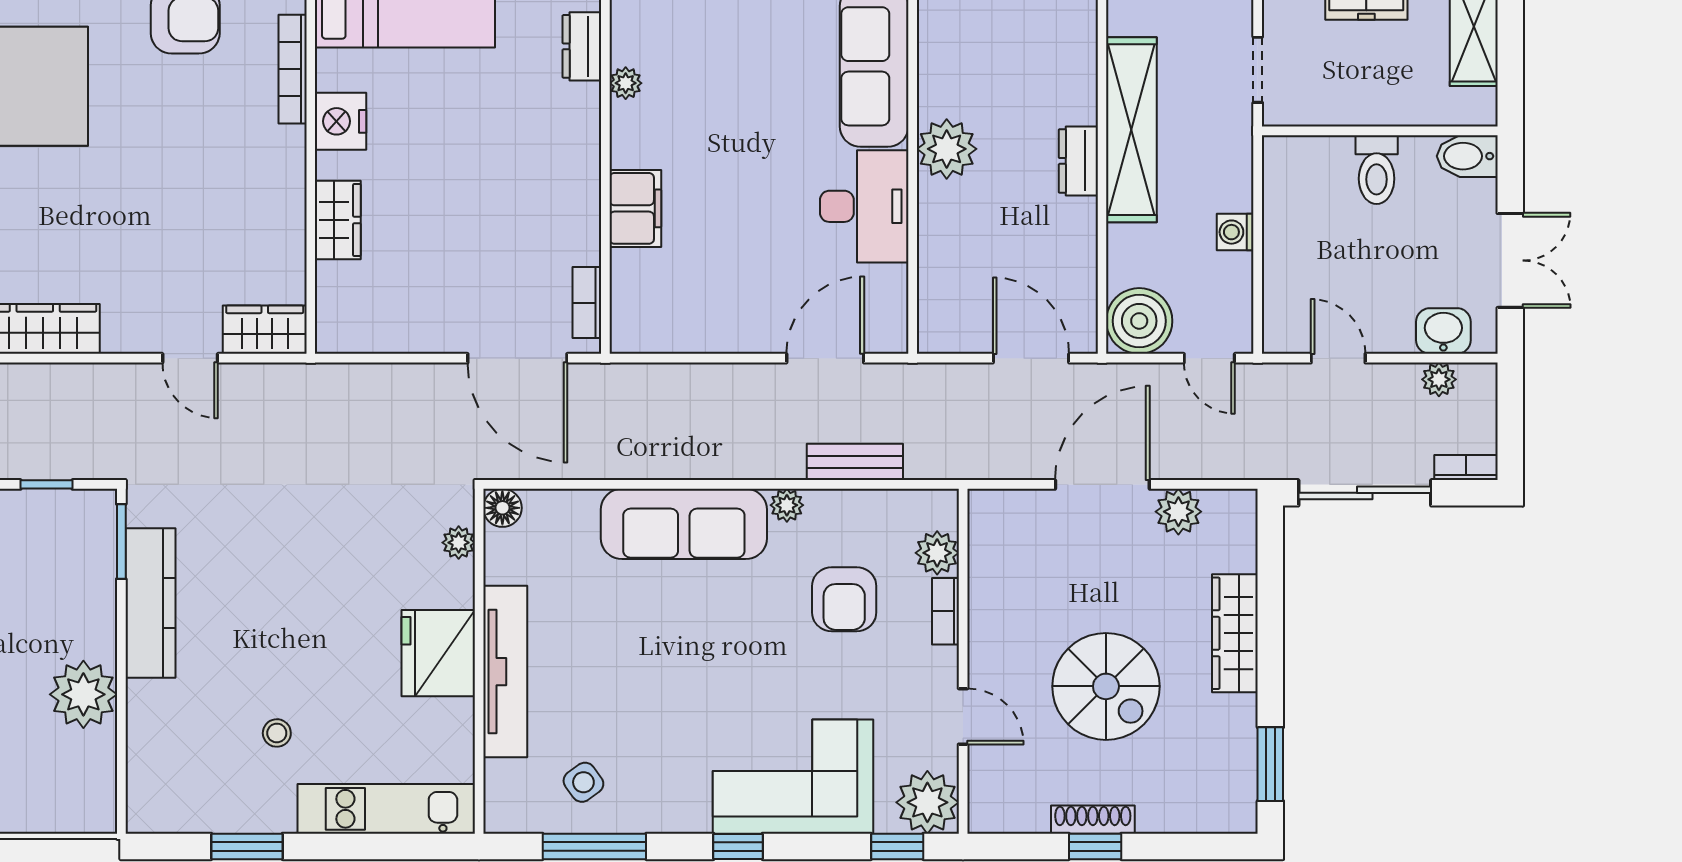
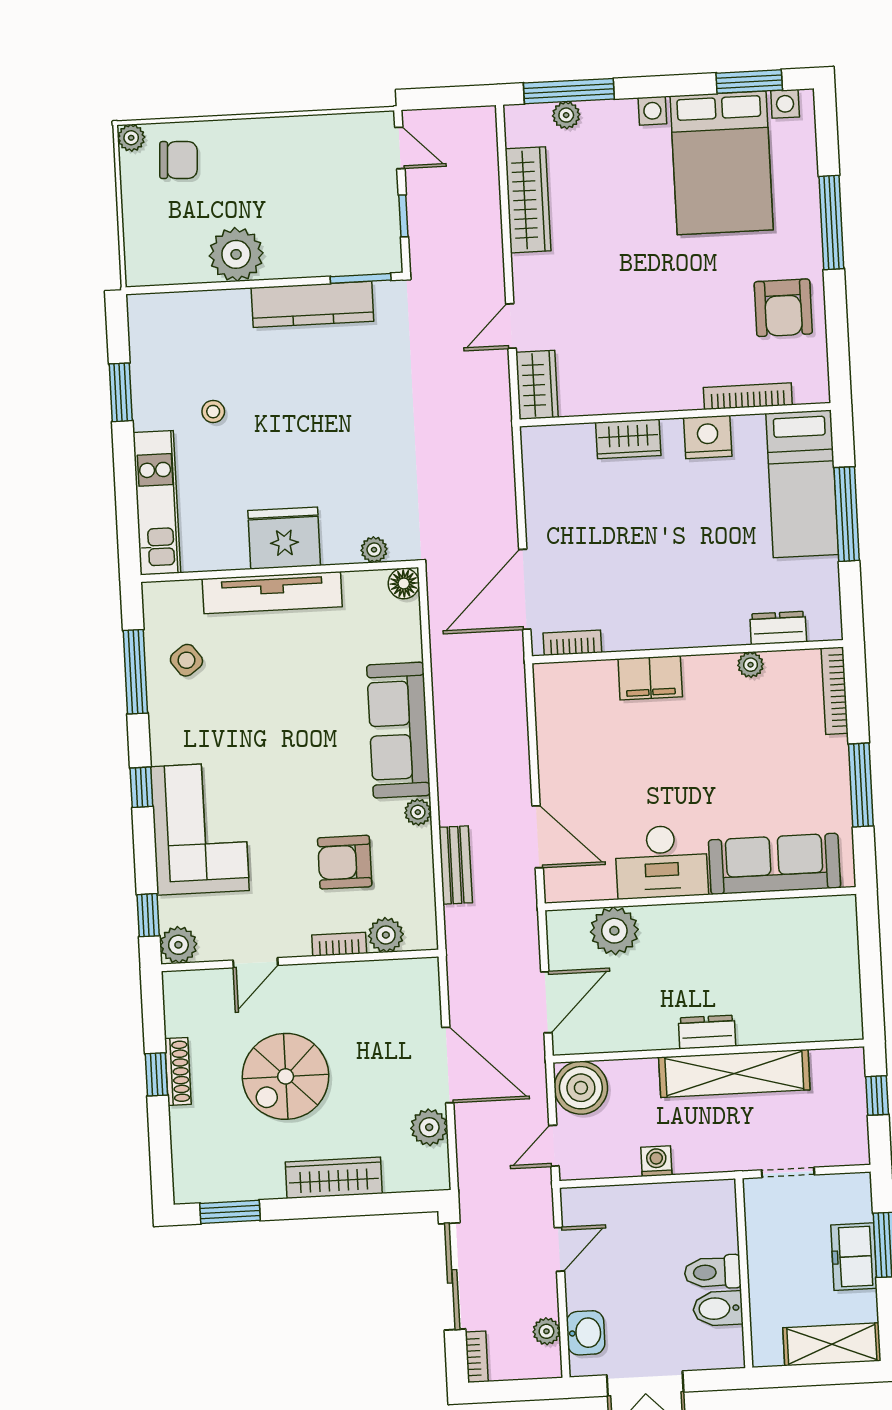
plant: (947, 149) -> (614, 931), moved
bidet: (1467, 156) -> (718, 1309), moved, turned -90
plant: (927, 802) -> (178, 945), width x0.73, depth x0.73

